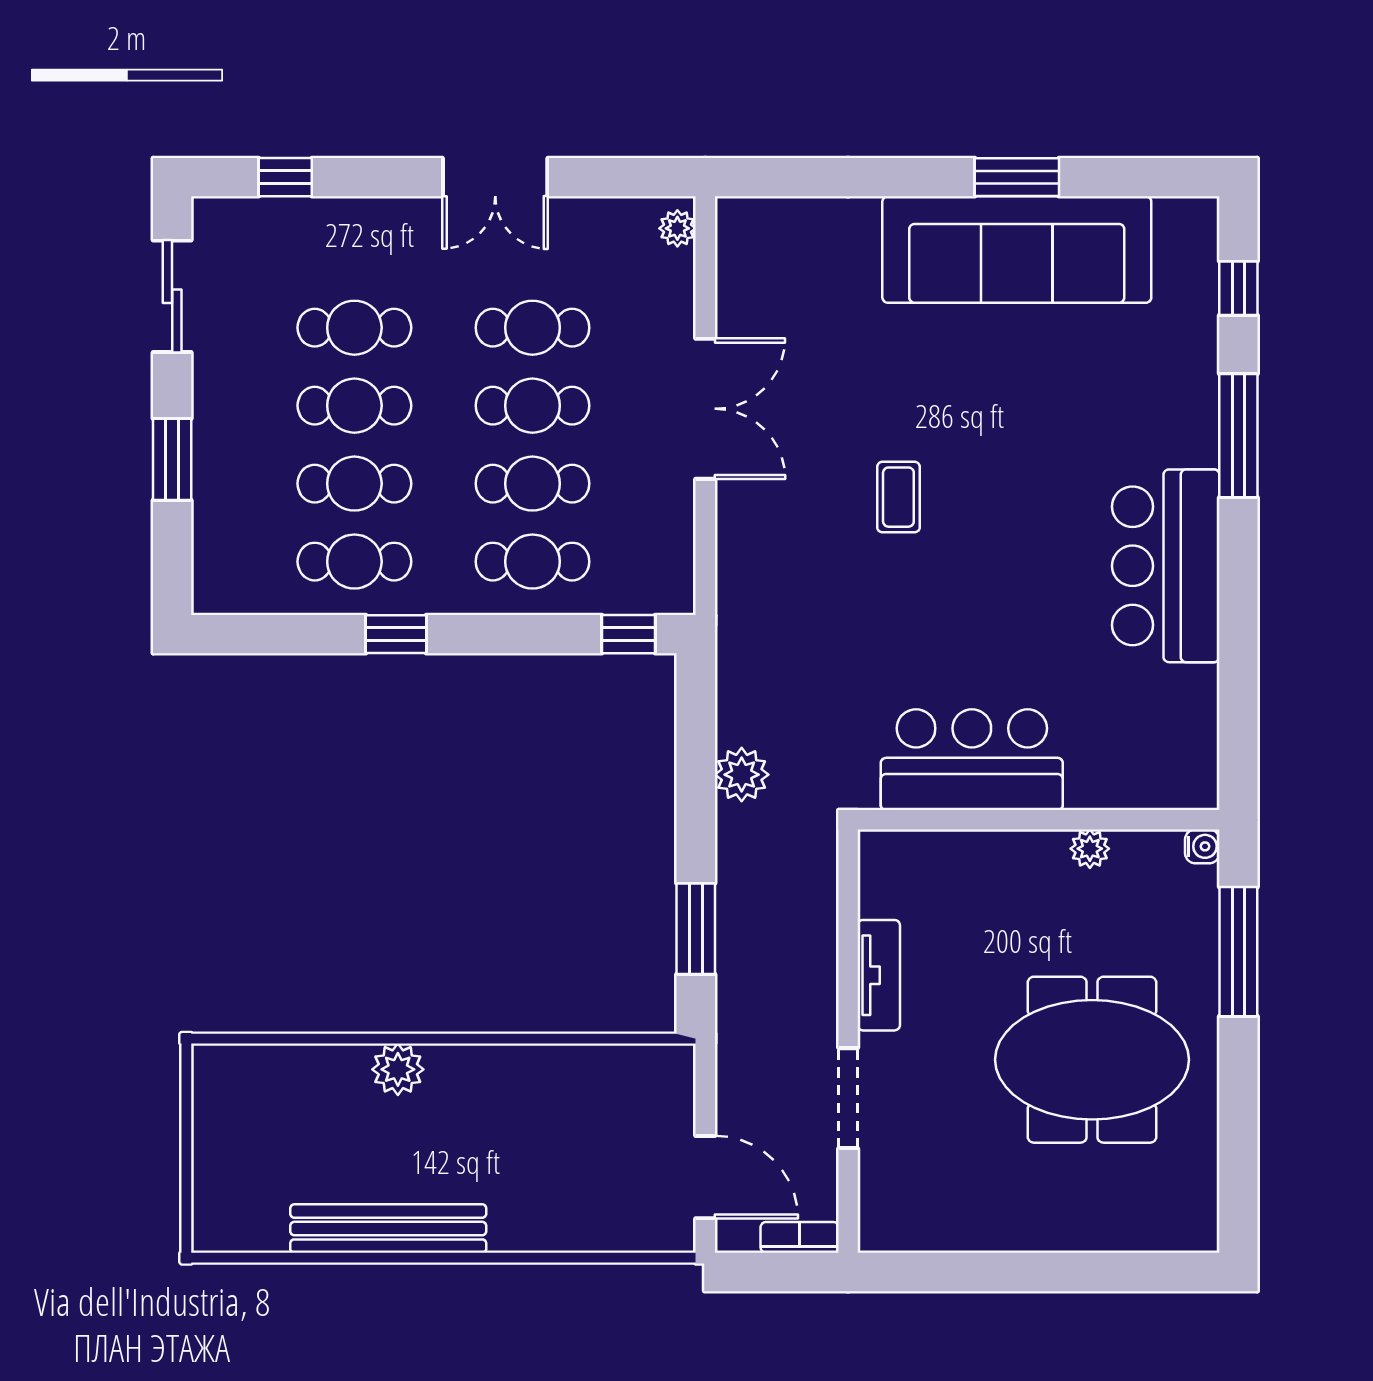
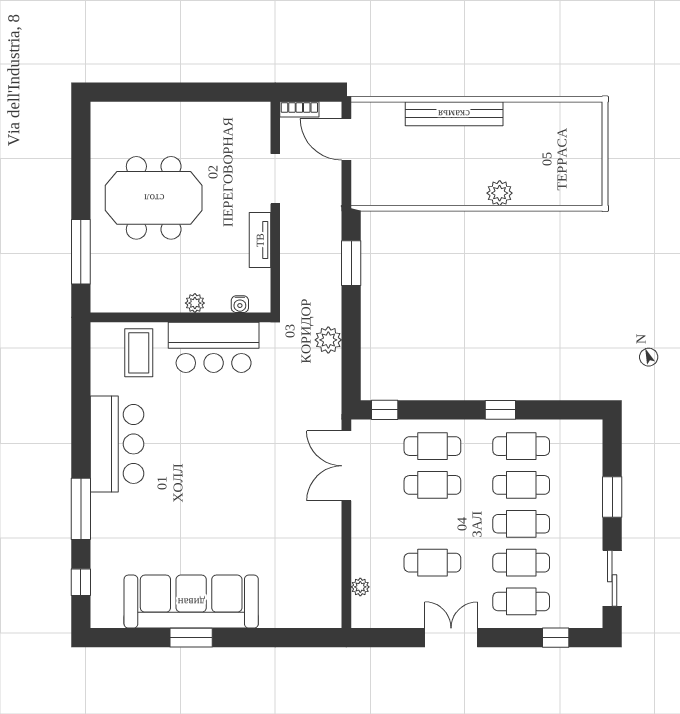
plant: (677, 228) -> (360, 587), moved
cafe table: (532, 406) -> (521, 601), moved
double door: (705, 409) -> (346, 466), moved
coffee table: (898, 497) -> (139, 353), moved, width x1.36, depth x1.30
water cooler: (1202, 846) -> (240, 304), moved, turned -90
plant: (1090, 849) -> (195, 303), moved
bench: (388, 1229) -> (454, 114), moved

